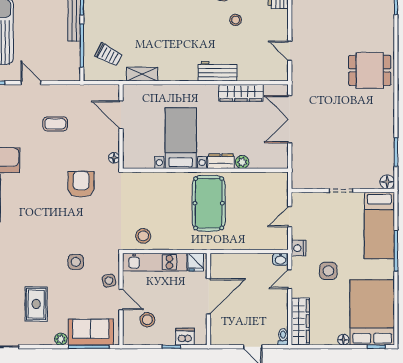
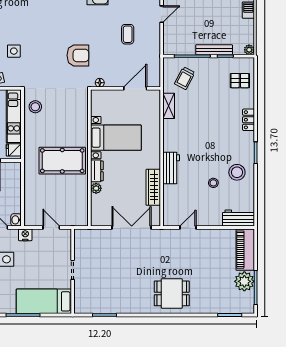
dining table: (370, 70) -> (172, 293), turned 90
floor lamp: (387, 182) -> (80, 308), removed

